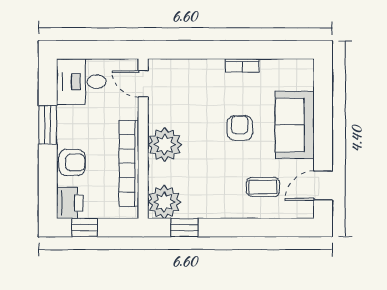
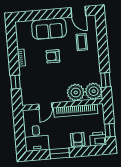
window: (196, 50) -> (15, 82), added
door: (143, 84) -> (45, 106), moved
plant: (165, 145) -> (76, 92), moved

